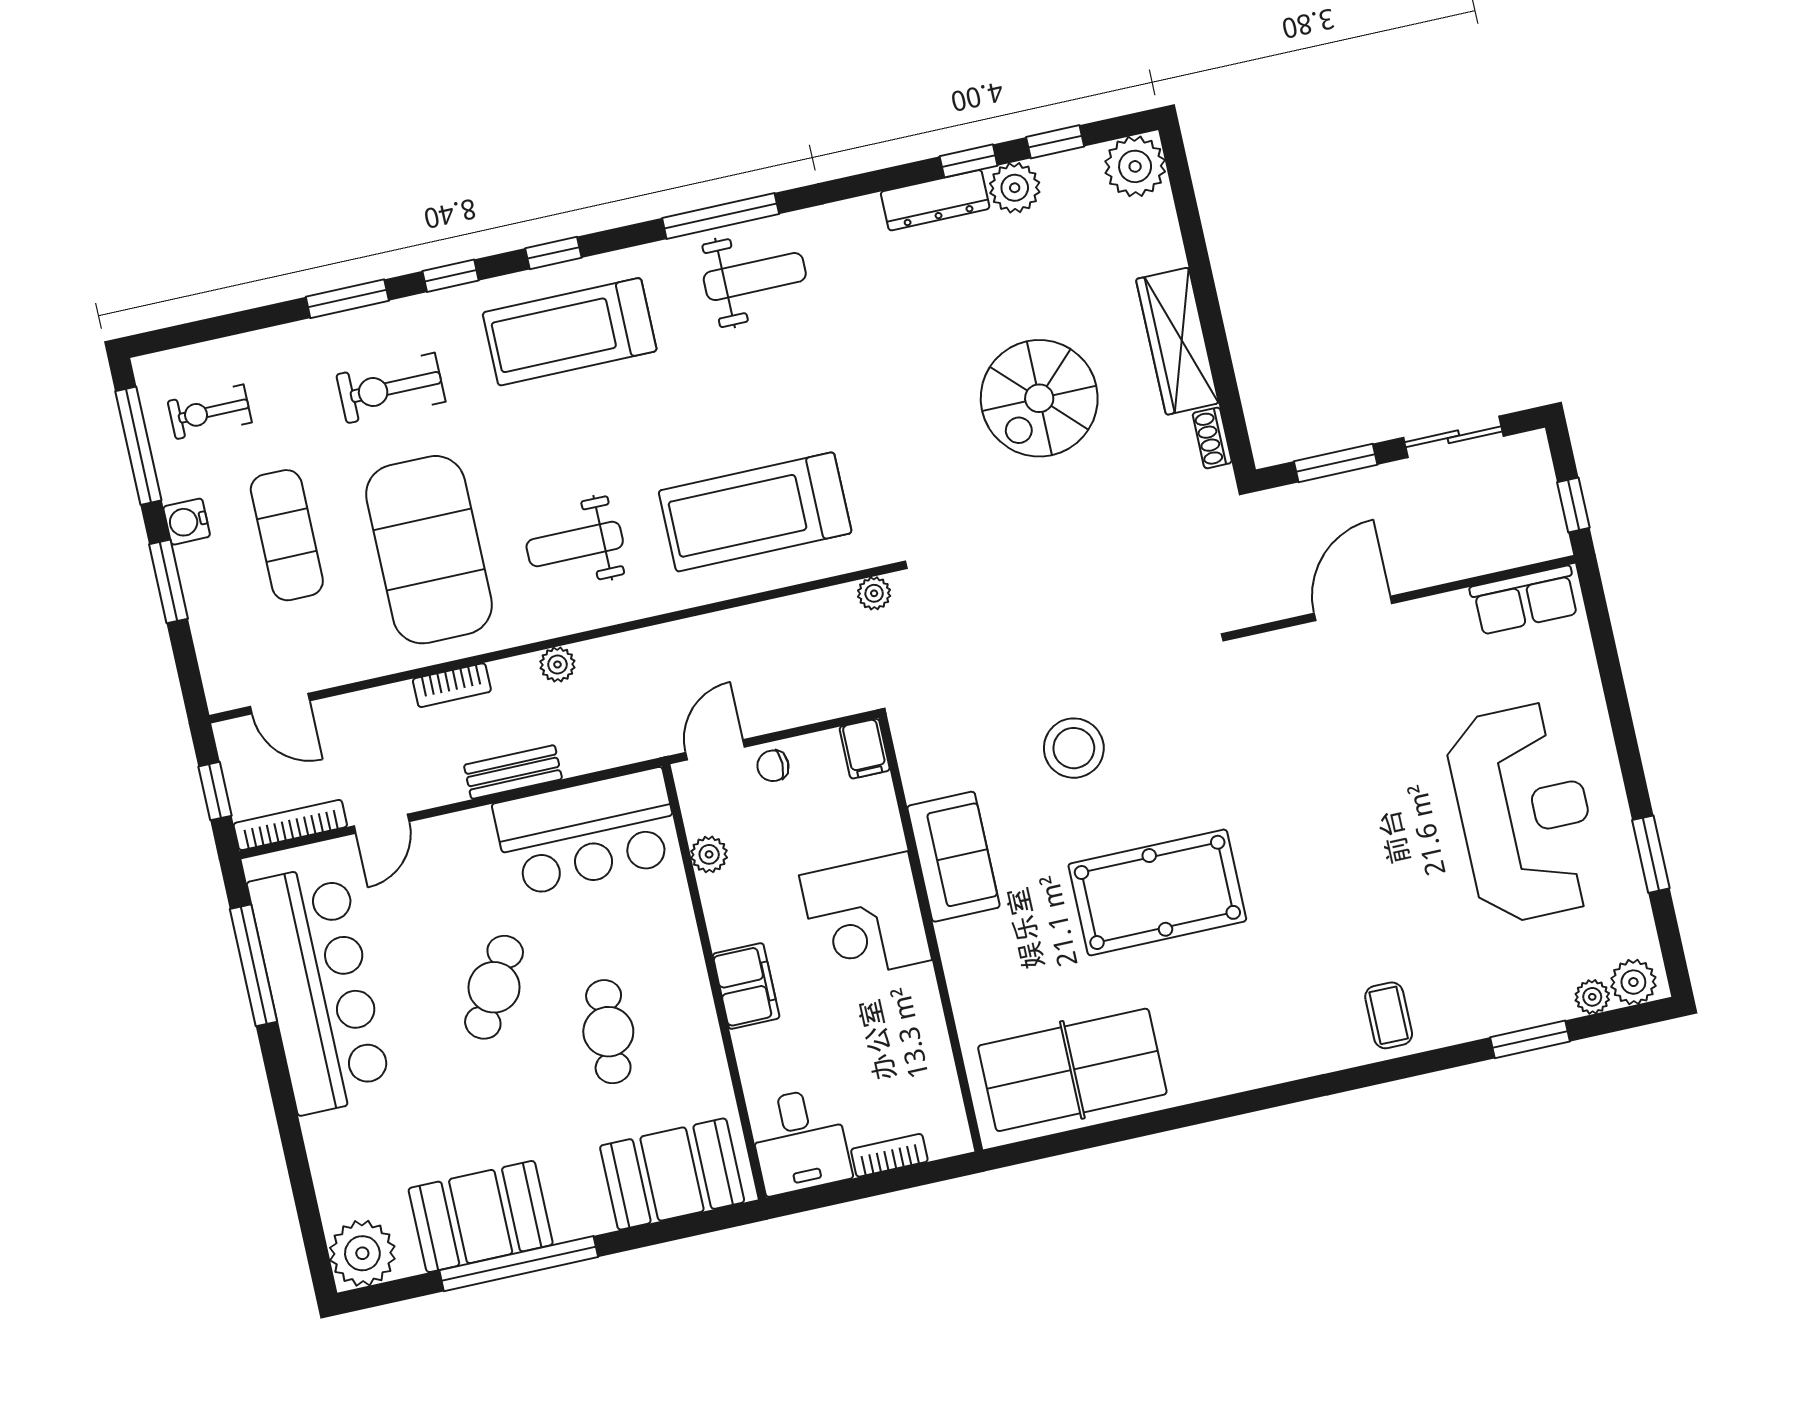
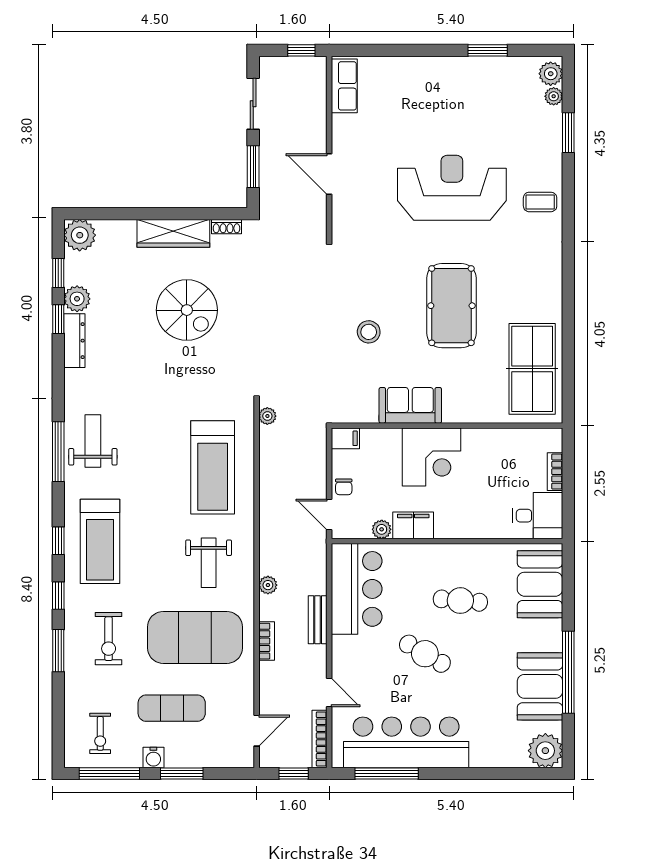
stool: (1074, 748) -> (369, 332), width x0.73, depth x0.73
reception desk: (1524, 813) -> (452, 188), moved
filing cabinet: (746, 986) -> (413, 525), moved

